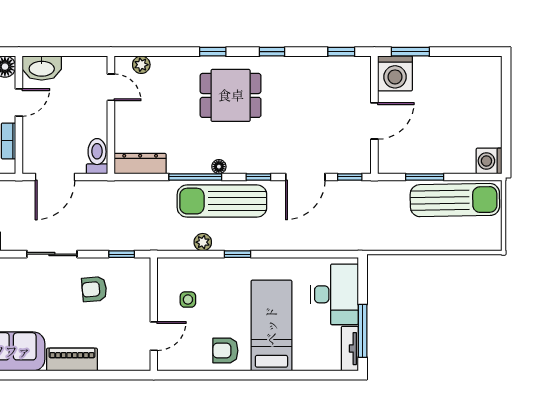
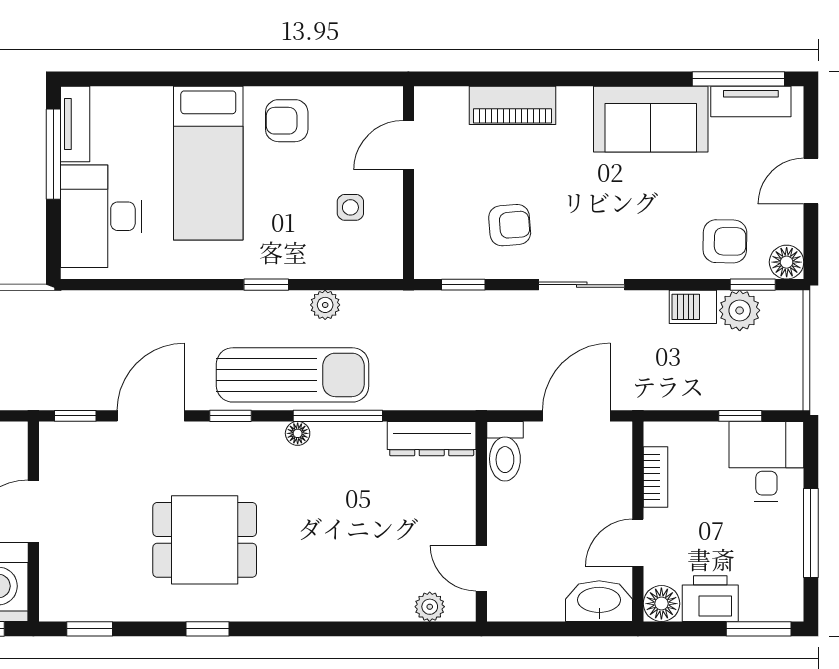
window: (213, 52) -> (308, 629), removed
dining table: (231, 95) -> (205, 540), moved
armchair: (225, 351) -> (287, 121), turned 180
piano: (72, 359) -> (512, 105), moved

